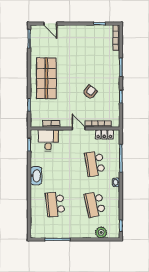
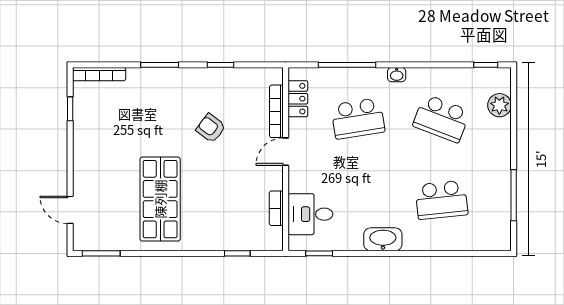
door: (50, 24) -> (70, 210), swing flipped
shop shelf: (46, 78) -> (160, 199), moved, turned 90
school desk: (95, 204) -> (441, 118), turned 33

